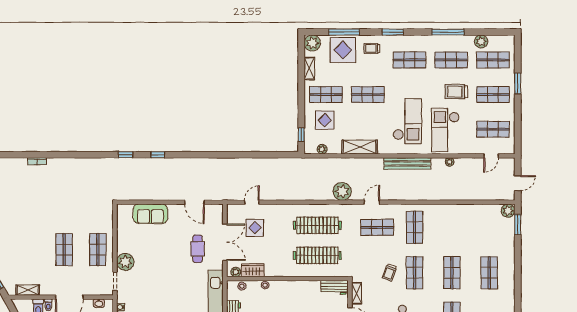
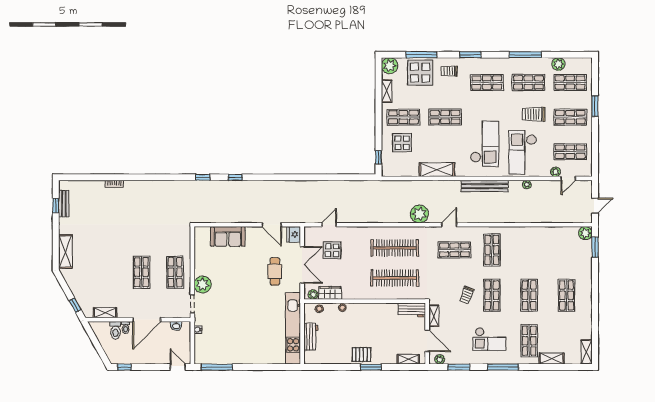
plant: (322, 149) -> (556, 172), moved
fridge: (216, 212) -> (294, 234), added

